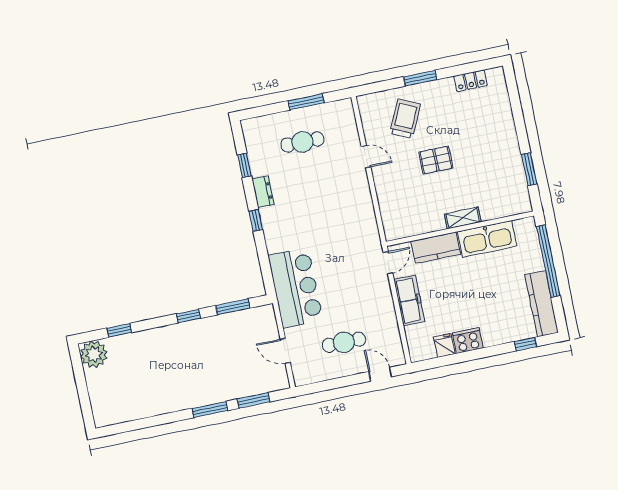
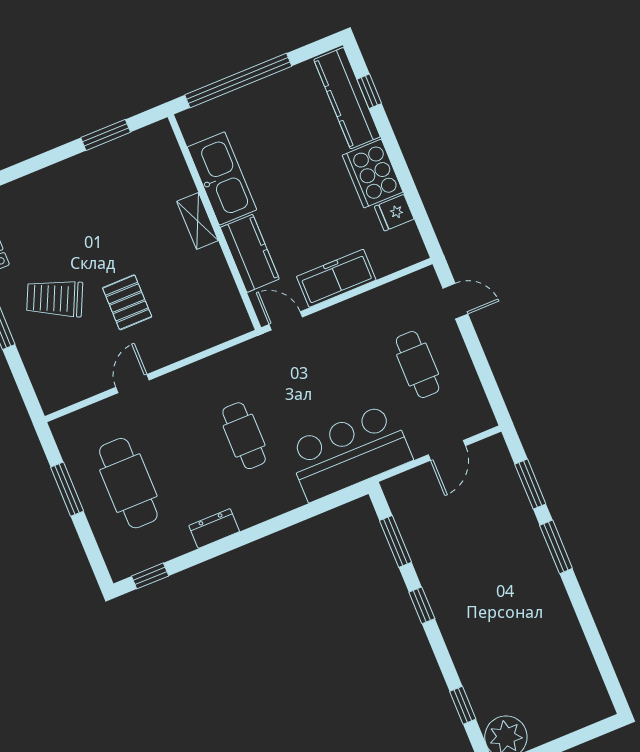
trolley: (405, 119) -> (55, 298), moved
cafe table: (302, 142) -> (128, 483), width x1.37, depth x1.35
pallet: (436, 160) -> (127, 302), moved
window: (244, 165) -> (150, 576), moved
window: (256, 220) -> (259, 531), removed
cafe table: (319, 222) -> (244, 436), added
kitchen counter: (542, 304) -> (347, 98), moved, turned 90
cooker: (468, 341) -> (373, 174), width x1.37, depth x1.31
door: (380, 374) -> (455, 301), swing flipped

